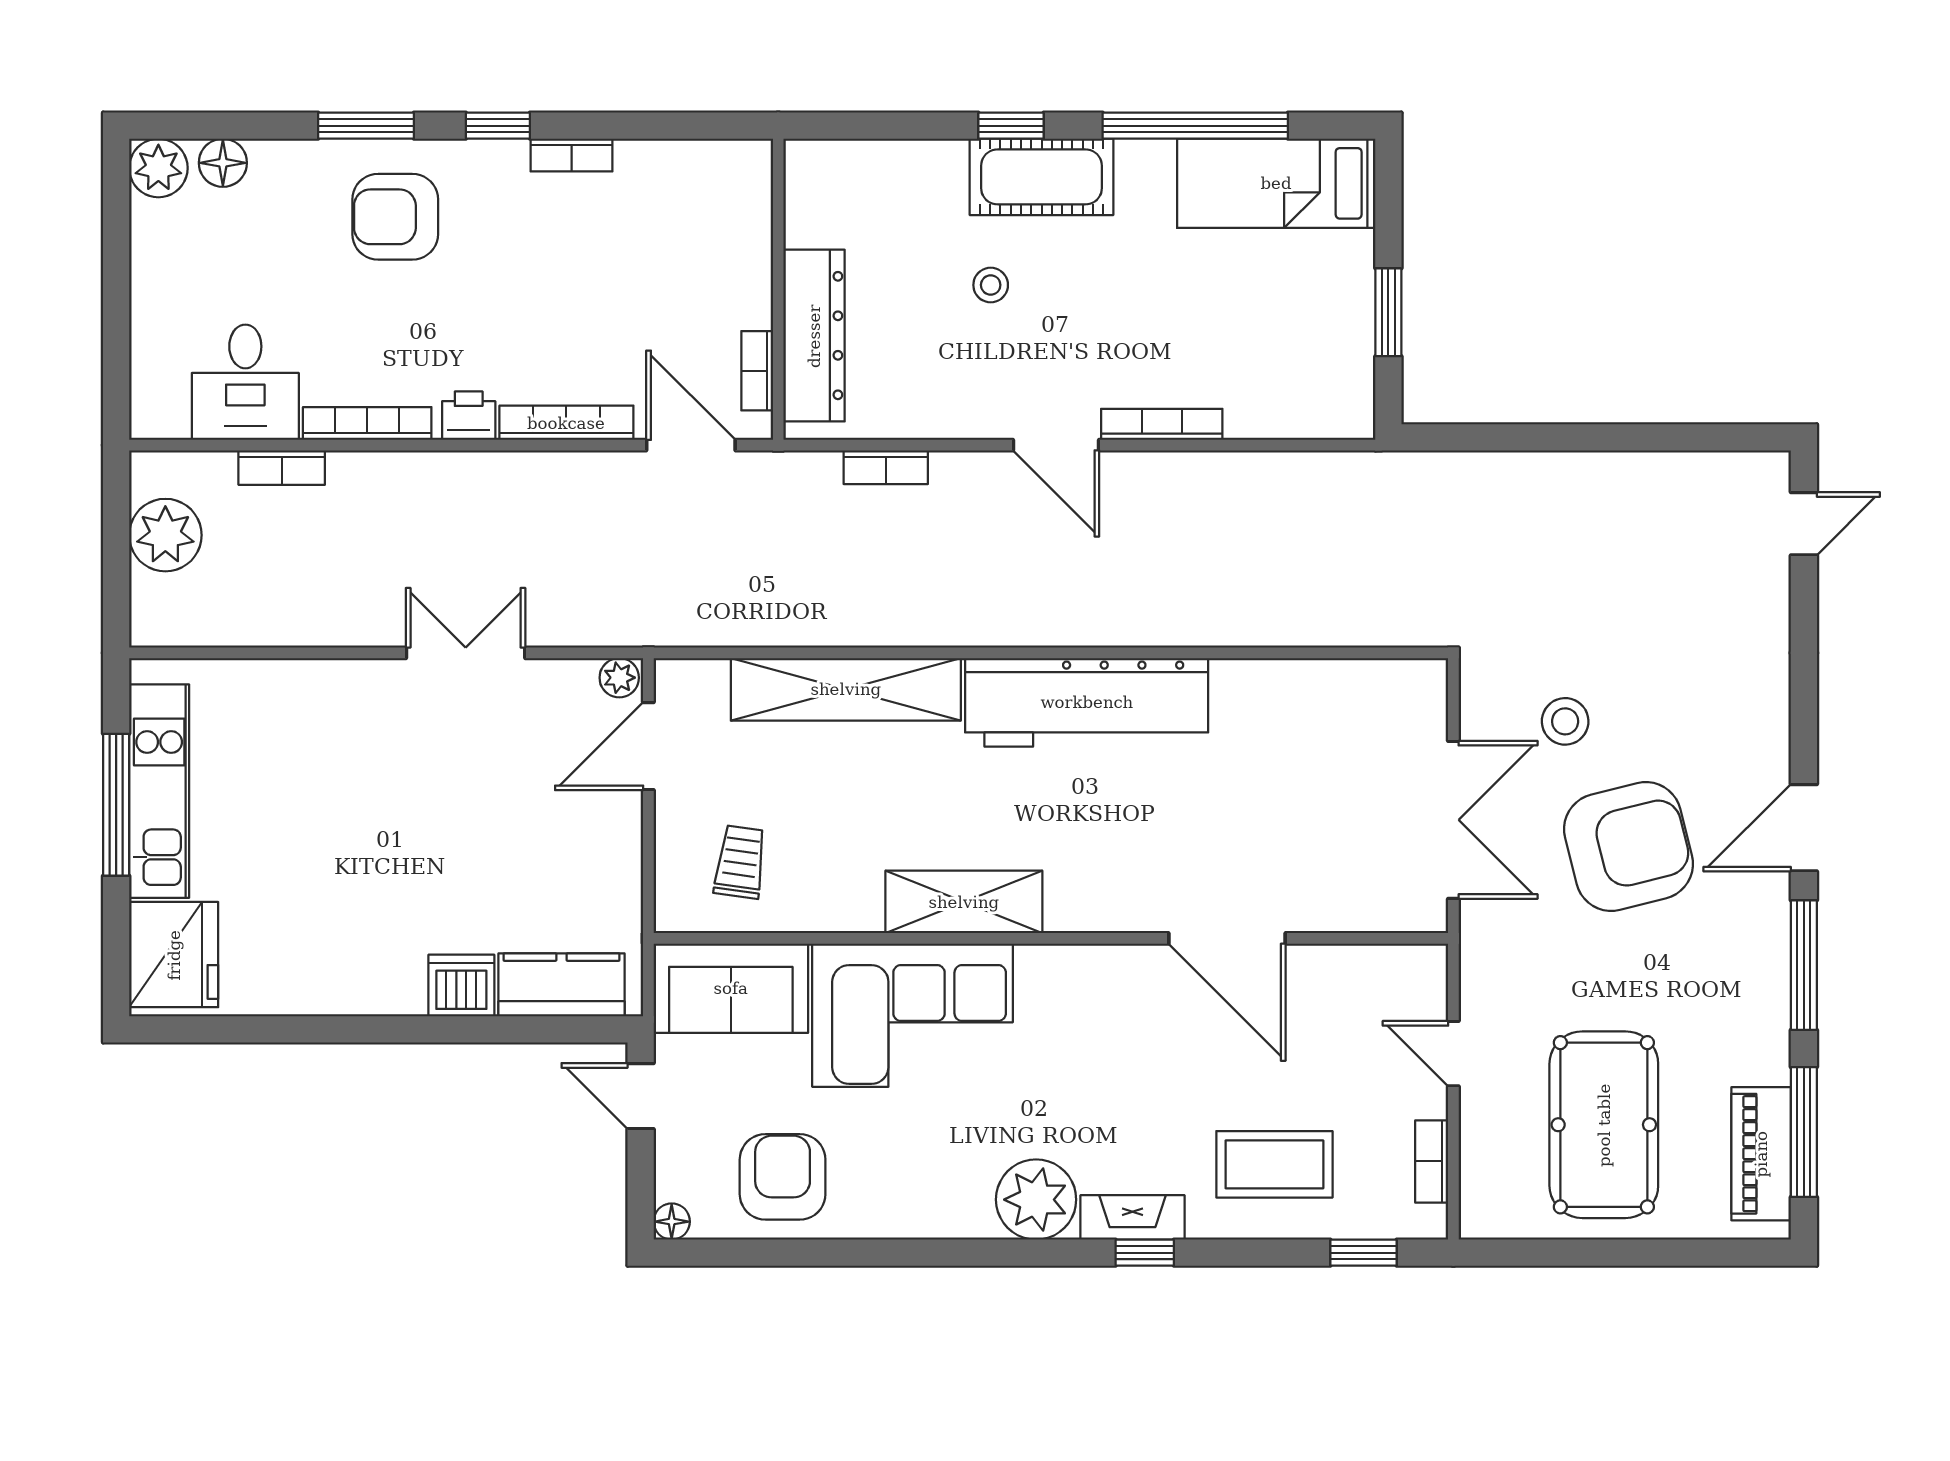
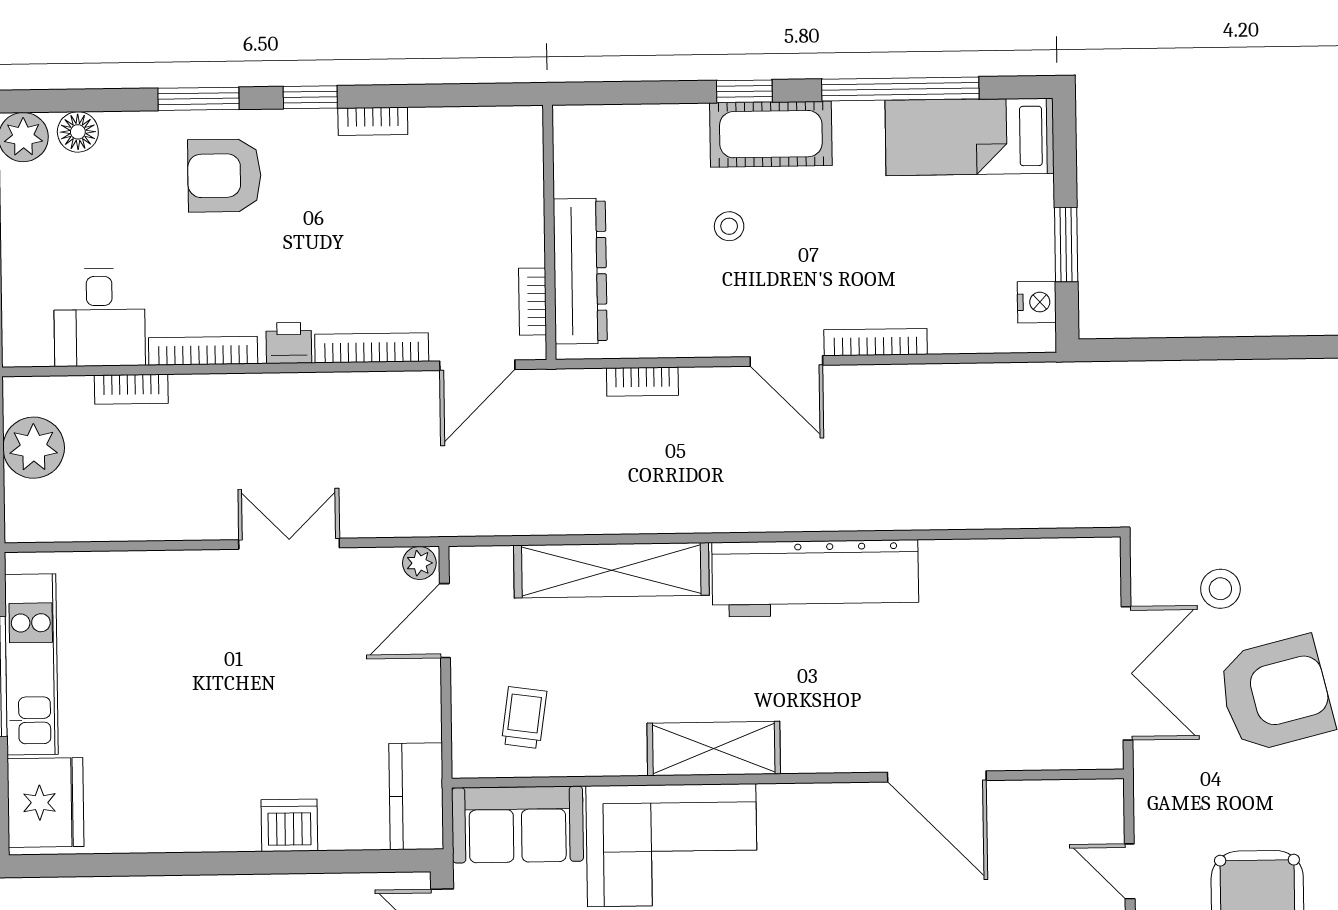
nightstand: (1353, 380) -> (1037, 302), added
door: (691, 445) -> (477, 365), swing flipped
kitchen counter: (561, 985) -> (416, 796), moved, turned -90

